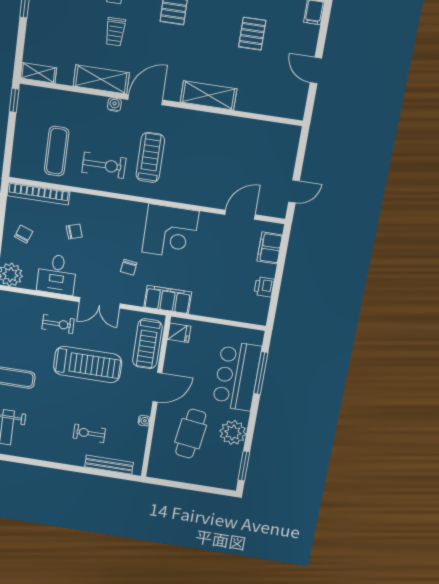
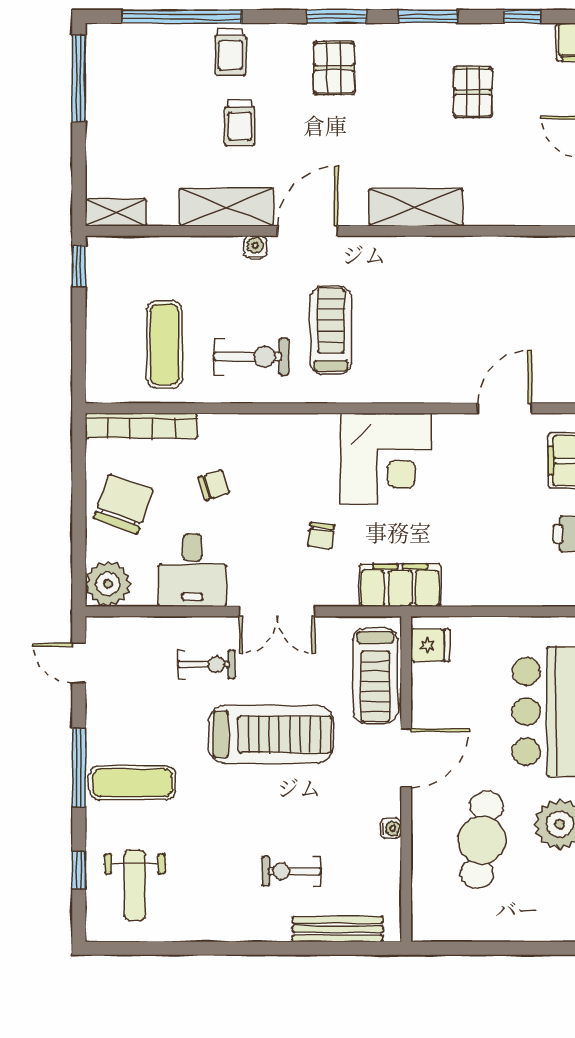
chair: (24, 234) -> (123, 504), width x1.87, depth x1.87

